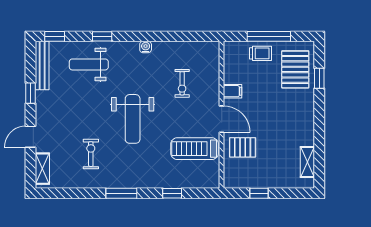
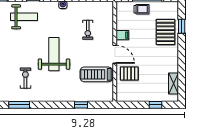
weight bench: (89, 64) -> (24, 17), turned 180
pallet: (295, 69) -> (165, 32), moved
weight bench: (133, 119) -> (54, 54), turned 180
window: (121, 193) -> (19, 105), moved
window: (259, 193) -> (155, 105), moved

